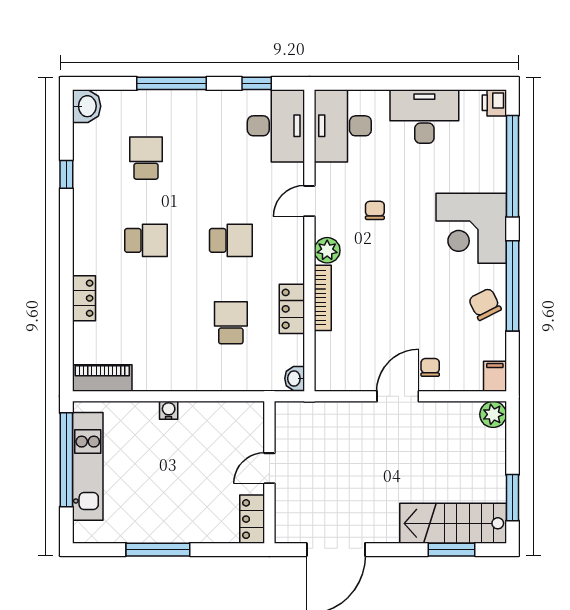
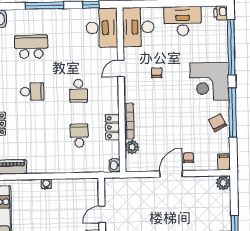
school desk: (146, 158) -> (31, 47), width x1.85
school desk: (231, 240) -> (78, 91), turned 90
plant: (327, 250) -> (132, 147), moved

